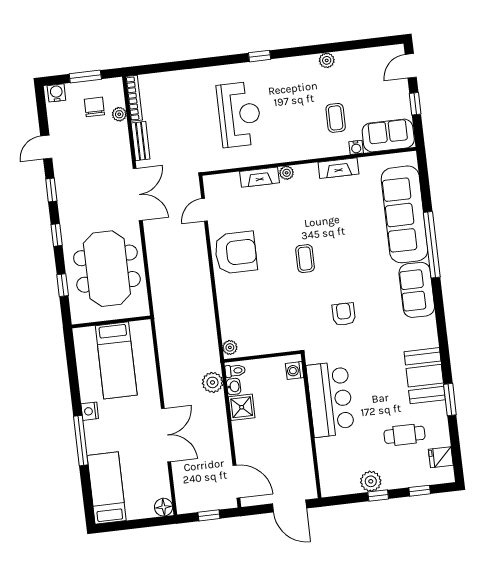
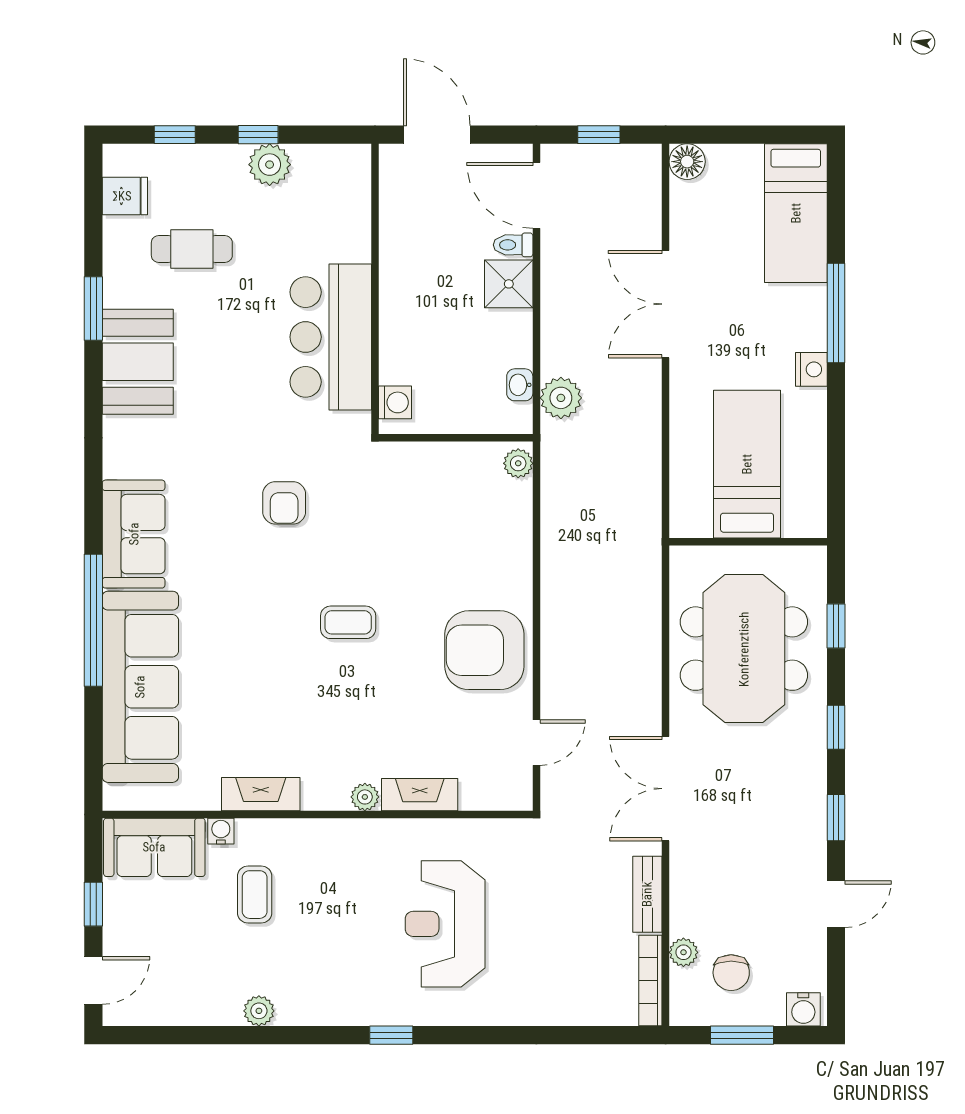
coffee table: (305, 259) -> (348, 622), turned 90
toilet: (235, 371) -> (513, 245), moved
shower: (242, 407) -> (509, 284), moved

